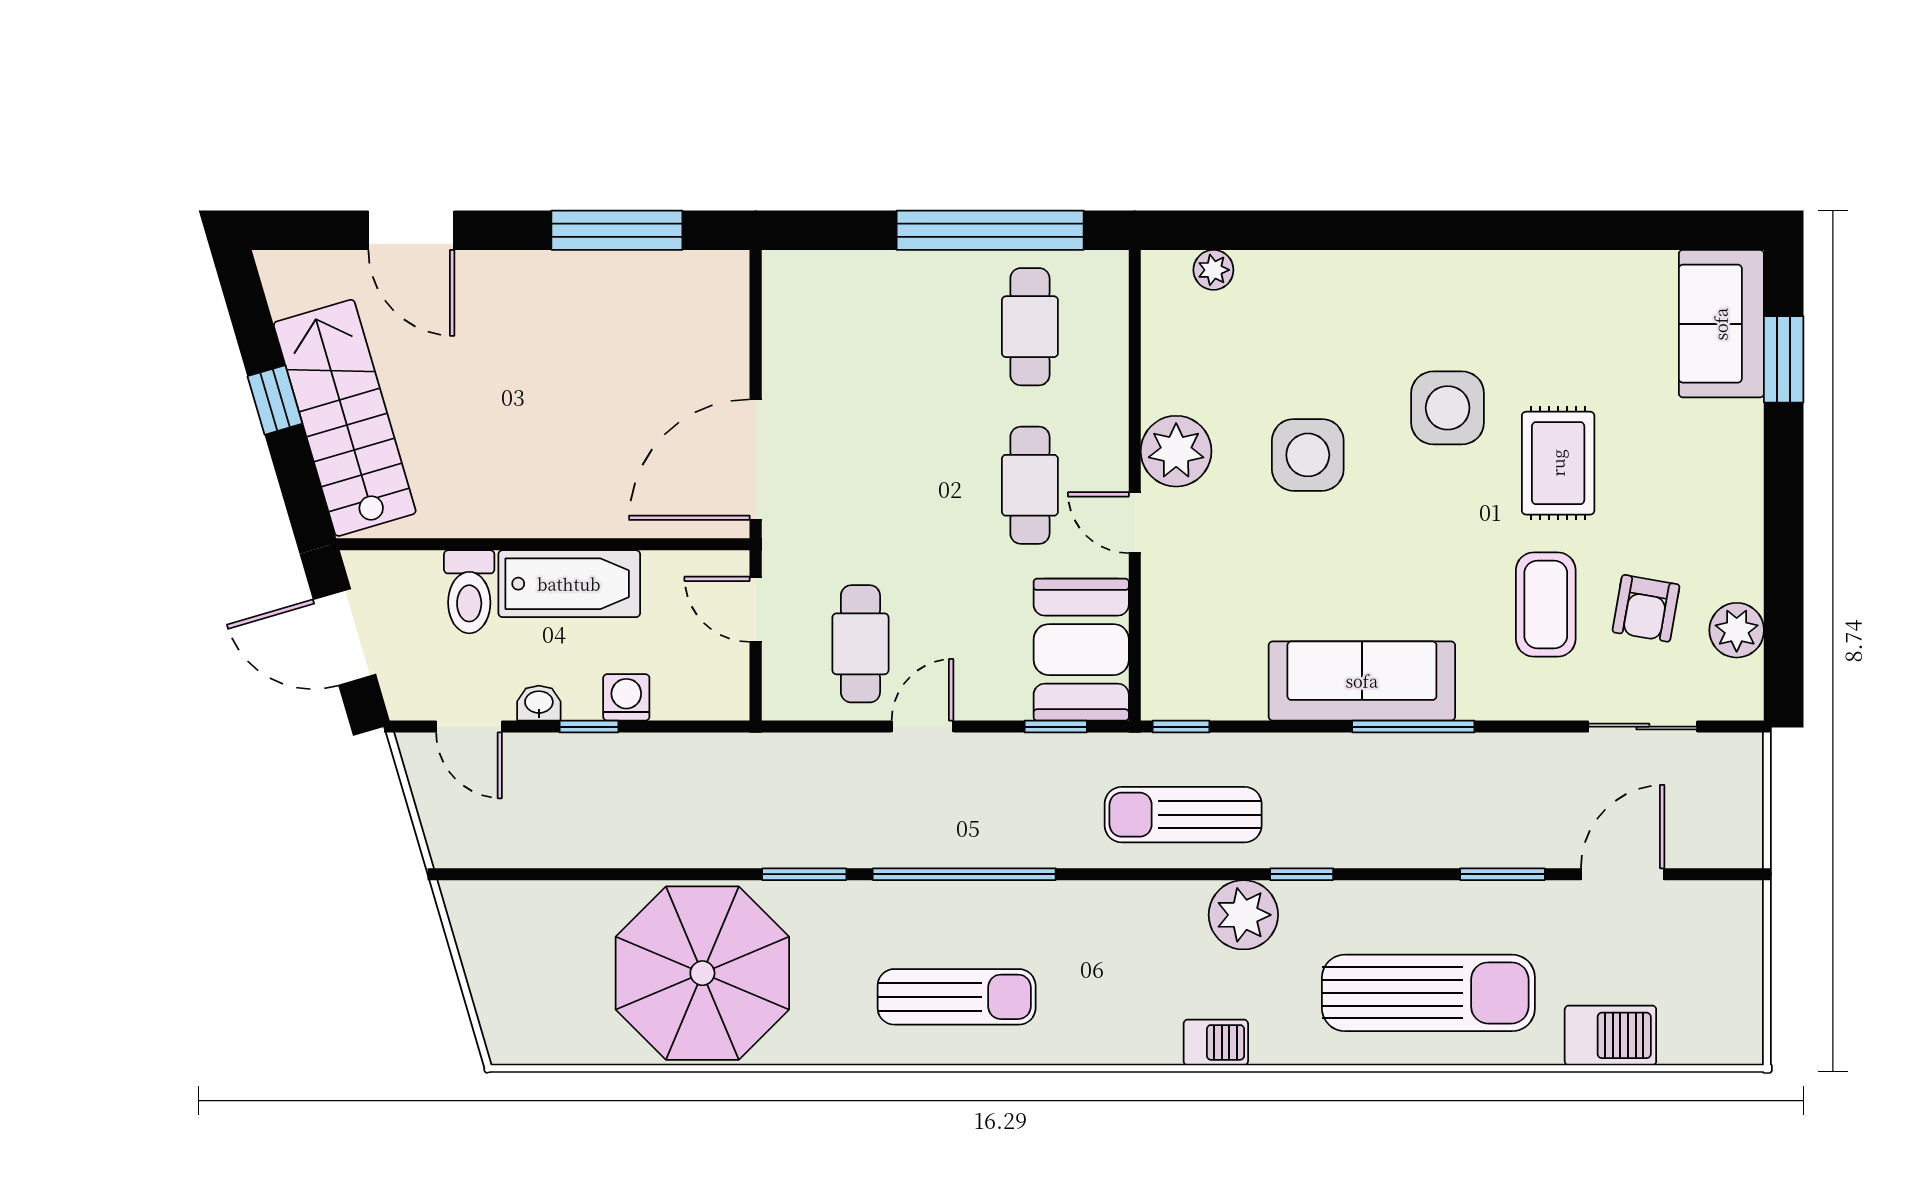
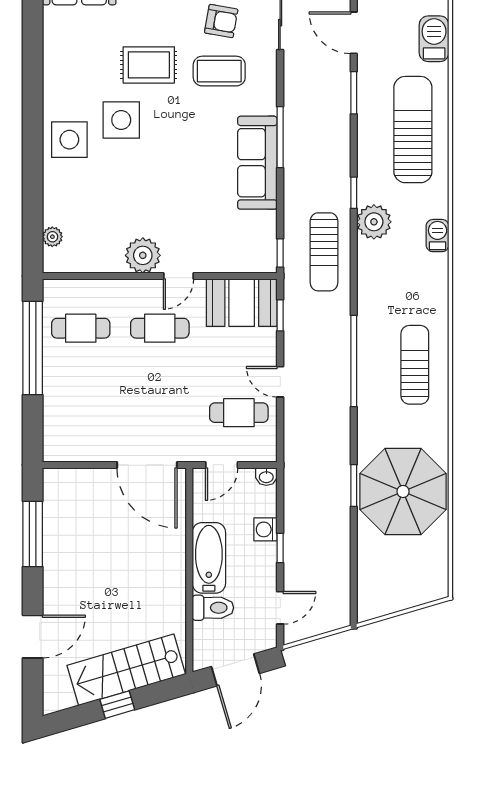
side table: (1308, 455) -> (69, 140), moved
washbasin: (539, 703) -> (266, 477), moved, turned -90
window: (804, 874) -> (354, 485), moved

